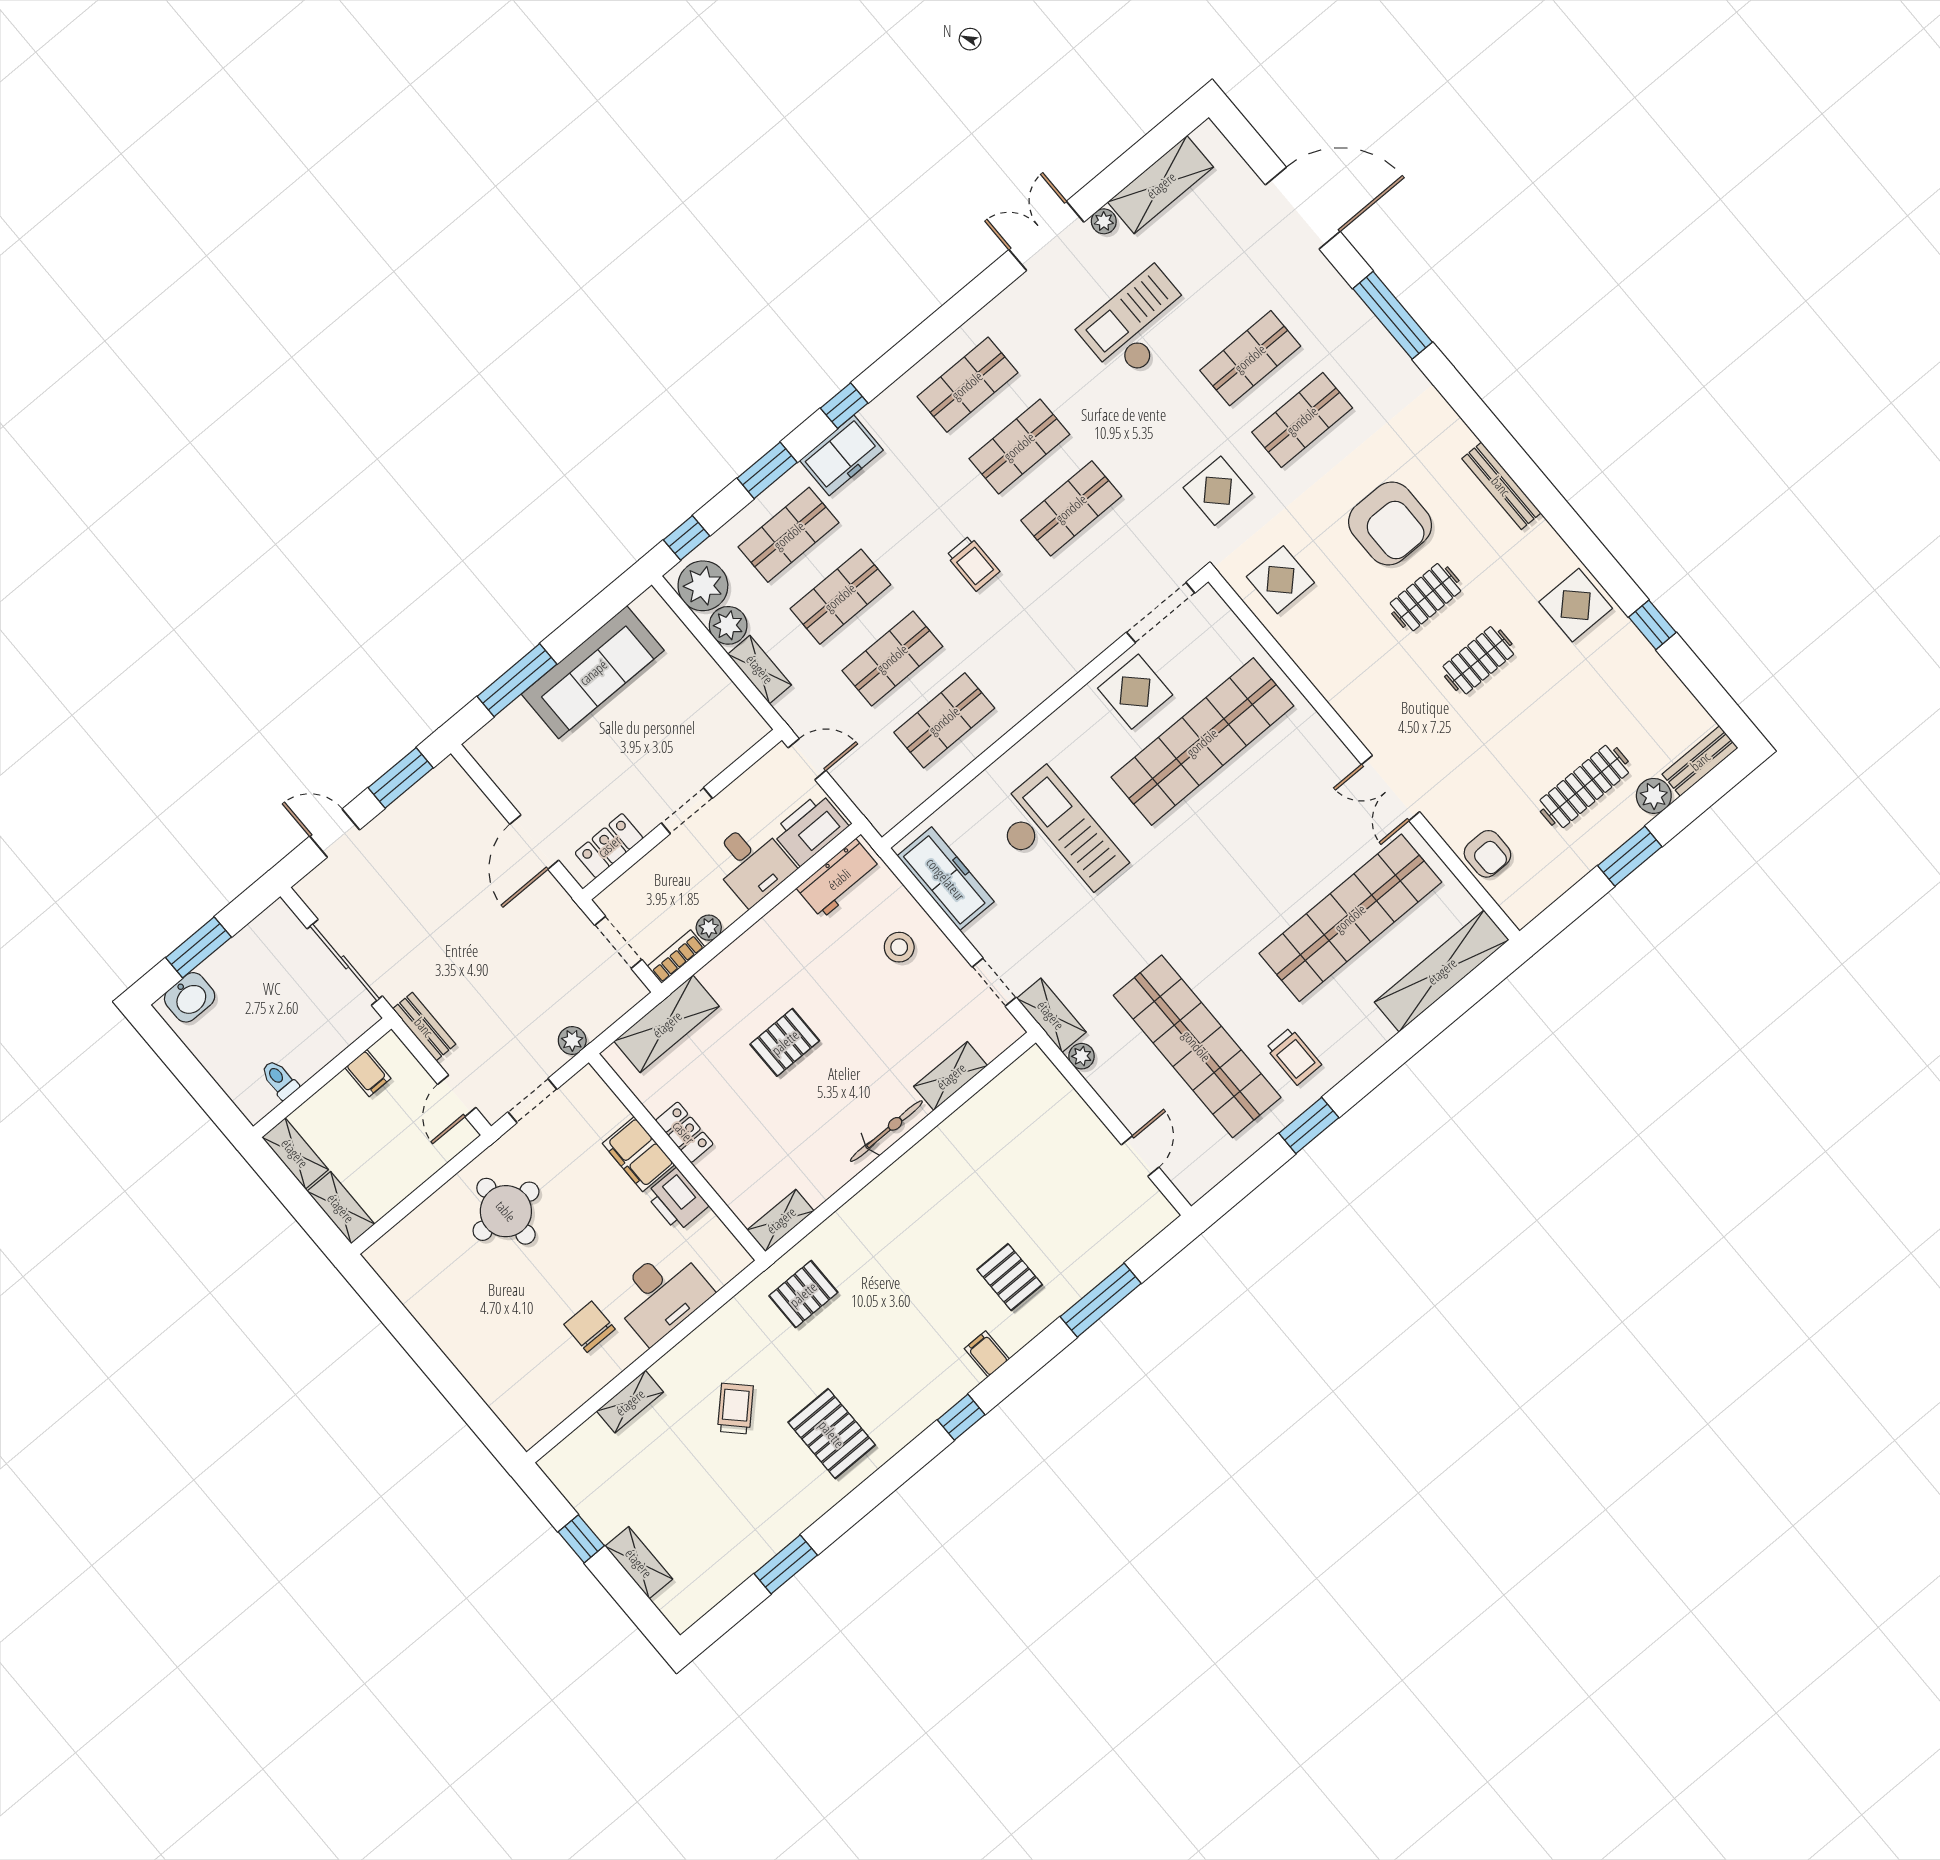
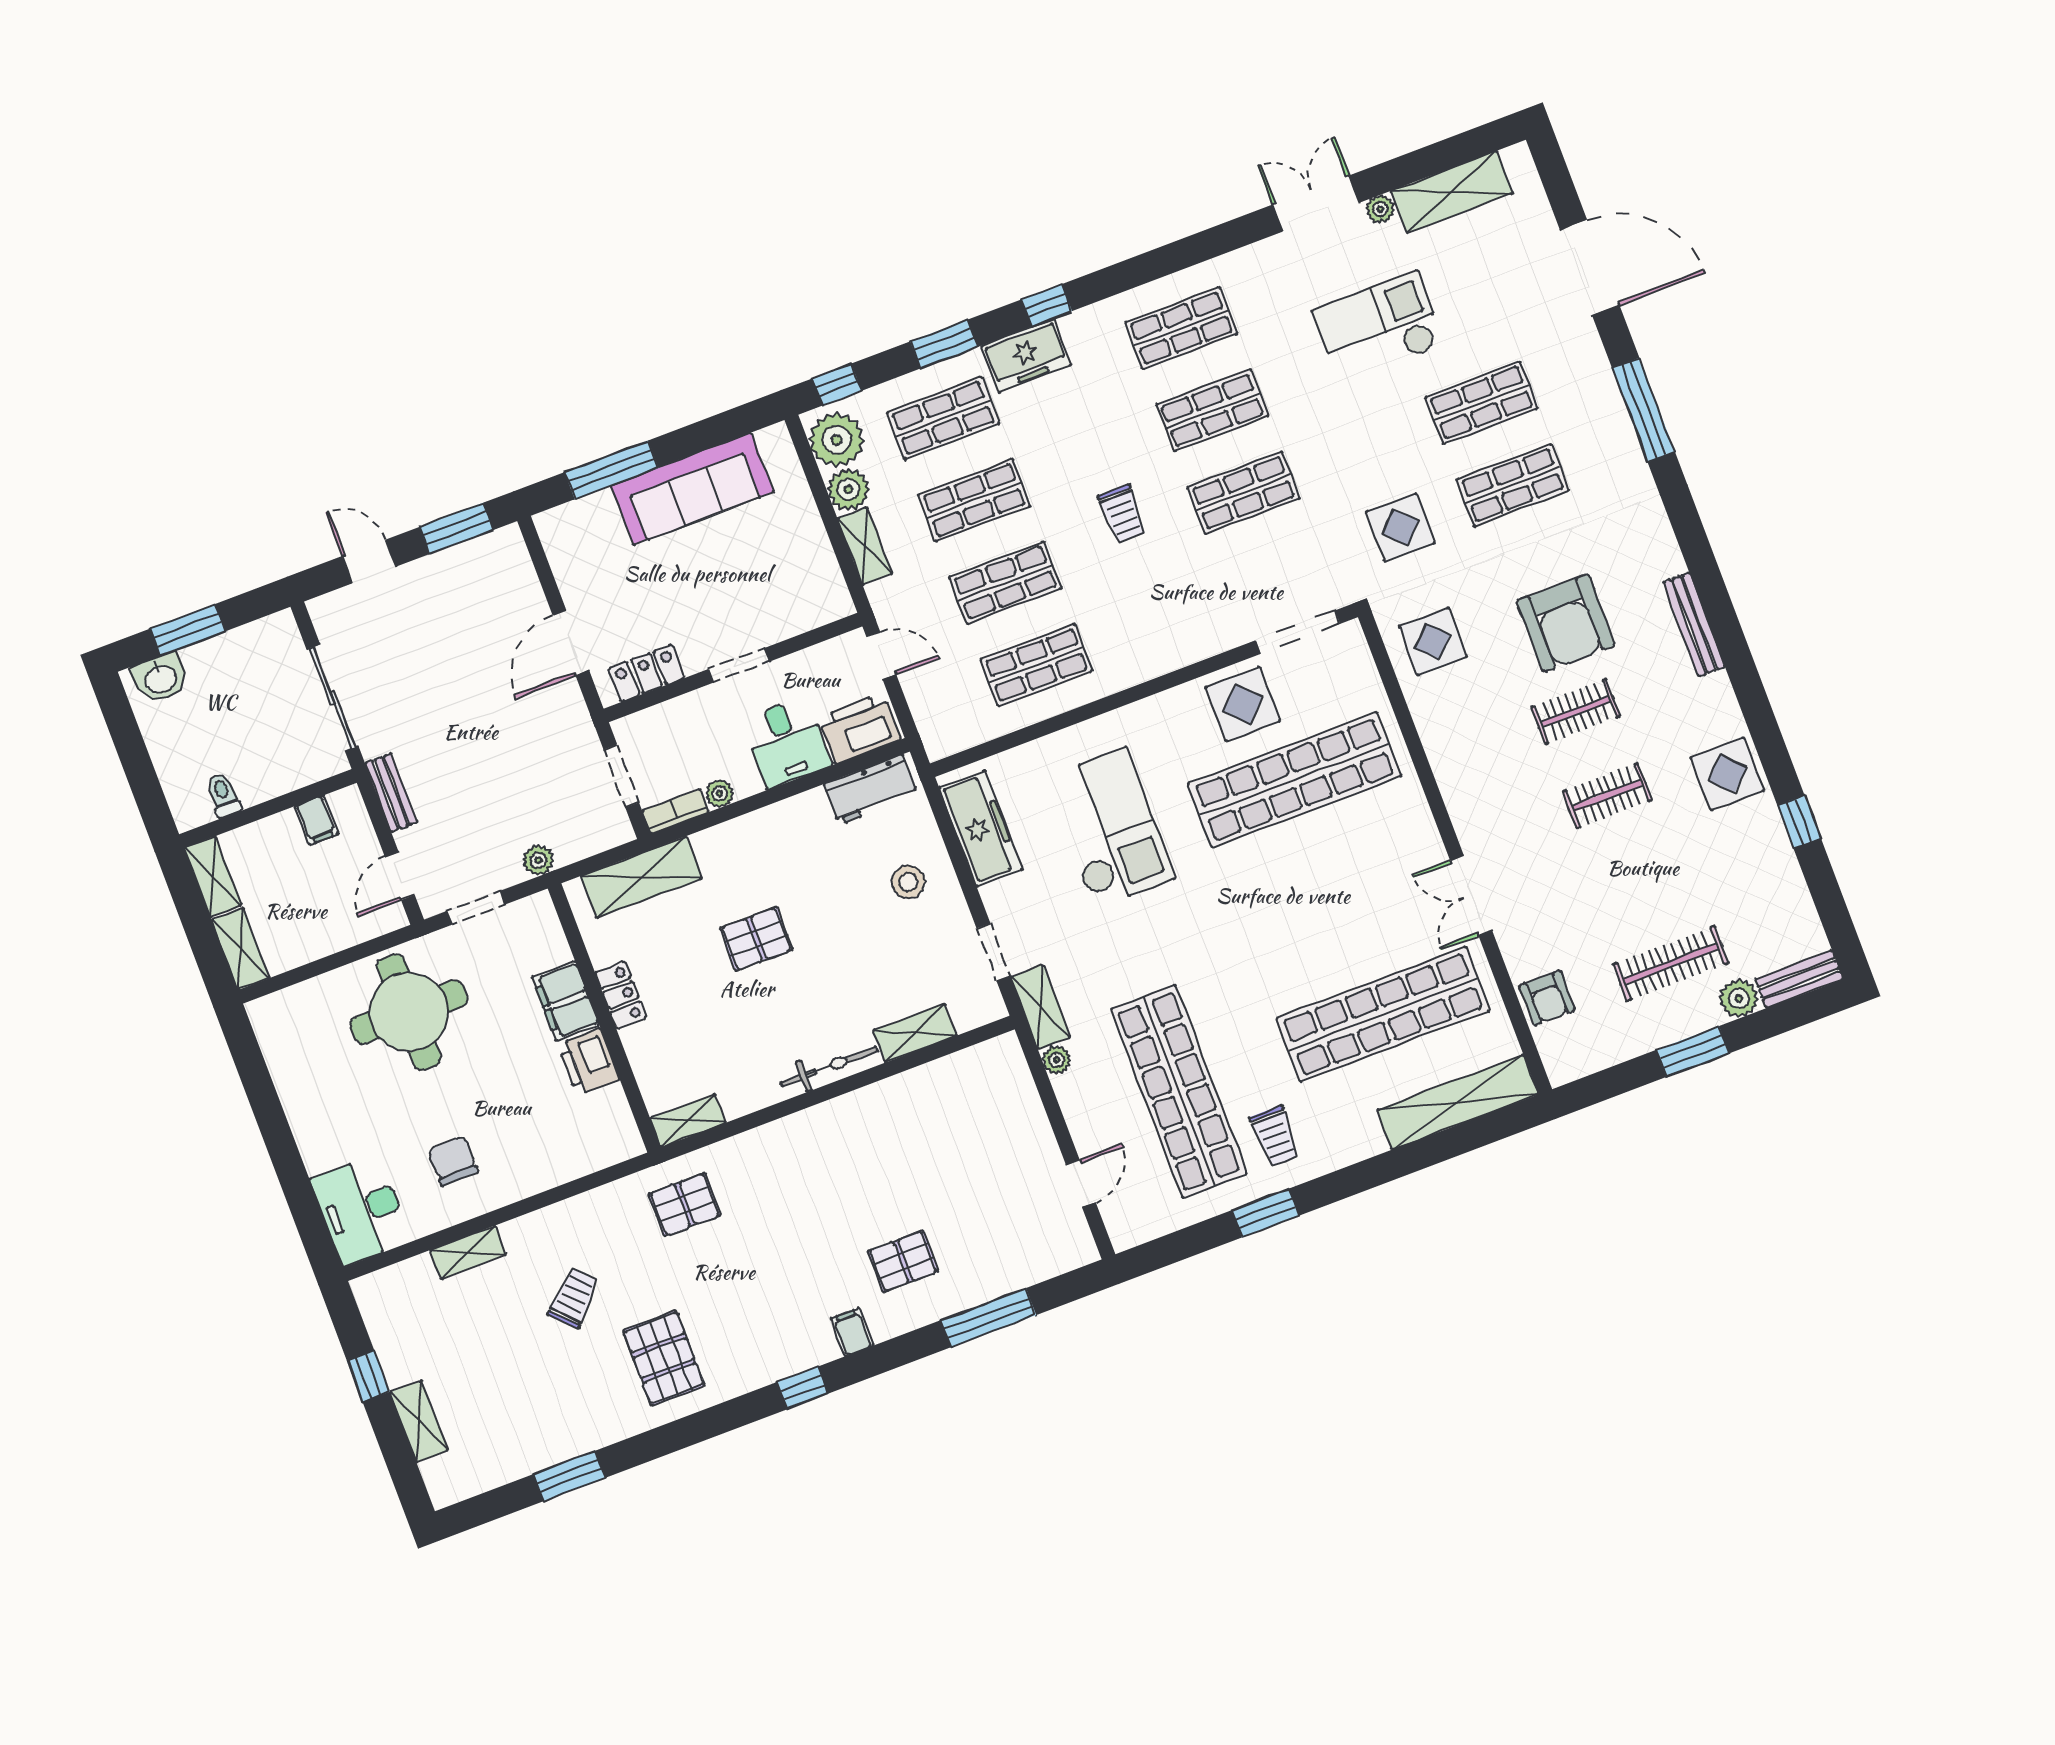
round table: (506, 1211) -> (409, 1012), width x1.36, depth x1.36
pallet: (1010, 1277) -> (903, 1261), turned 90
desk: (661, 1295) -> (361, 1210), moved, turned 90

